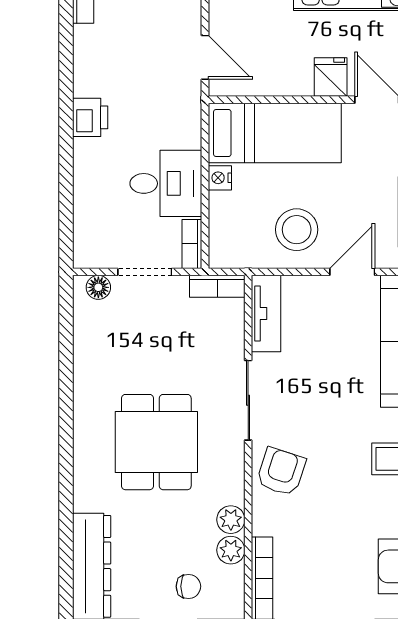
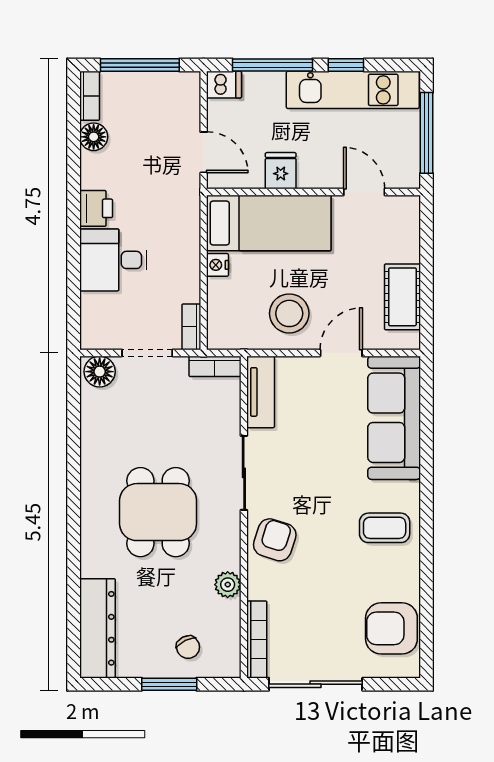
floor lamp: (87, 41) -> (94, 137), added
fridge: (331, 77) -> (281, 171), moved
desk: (166, 183) -> (113, 260), moved, turned 180
floor lamp: (98, 287) -> (100, 372), width x1.37, depth x1.37
plant: (231, 550) -> (228, 613), removed
chair: (188, 586) -> (188, 647), turned 63

